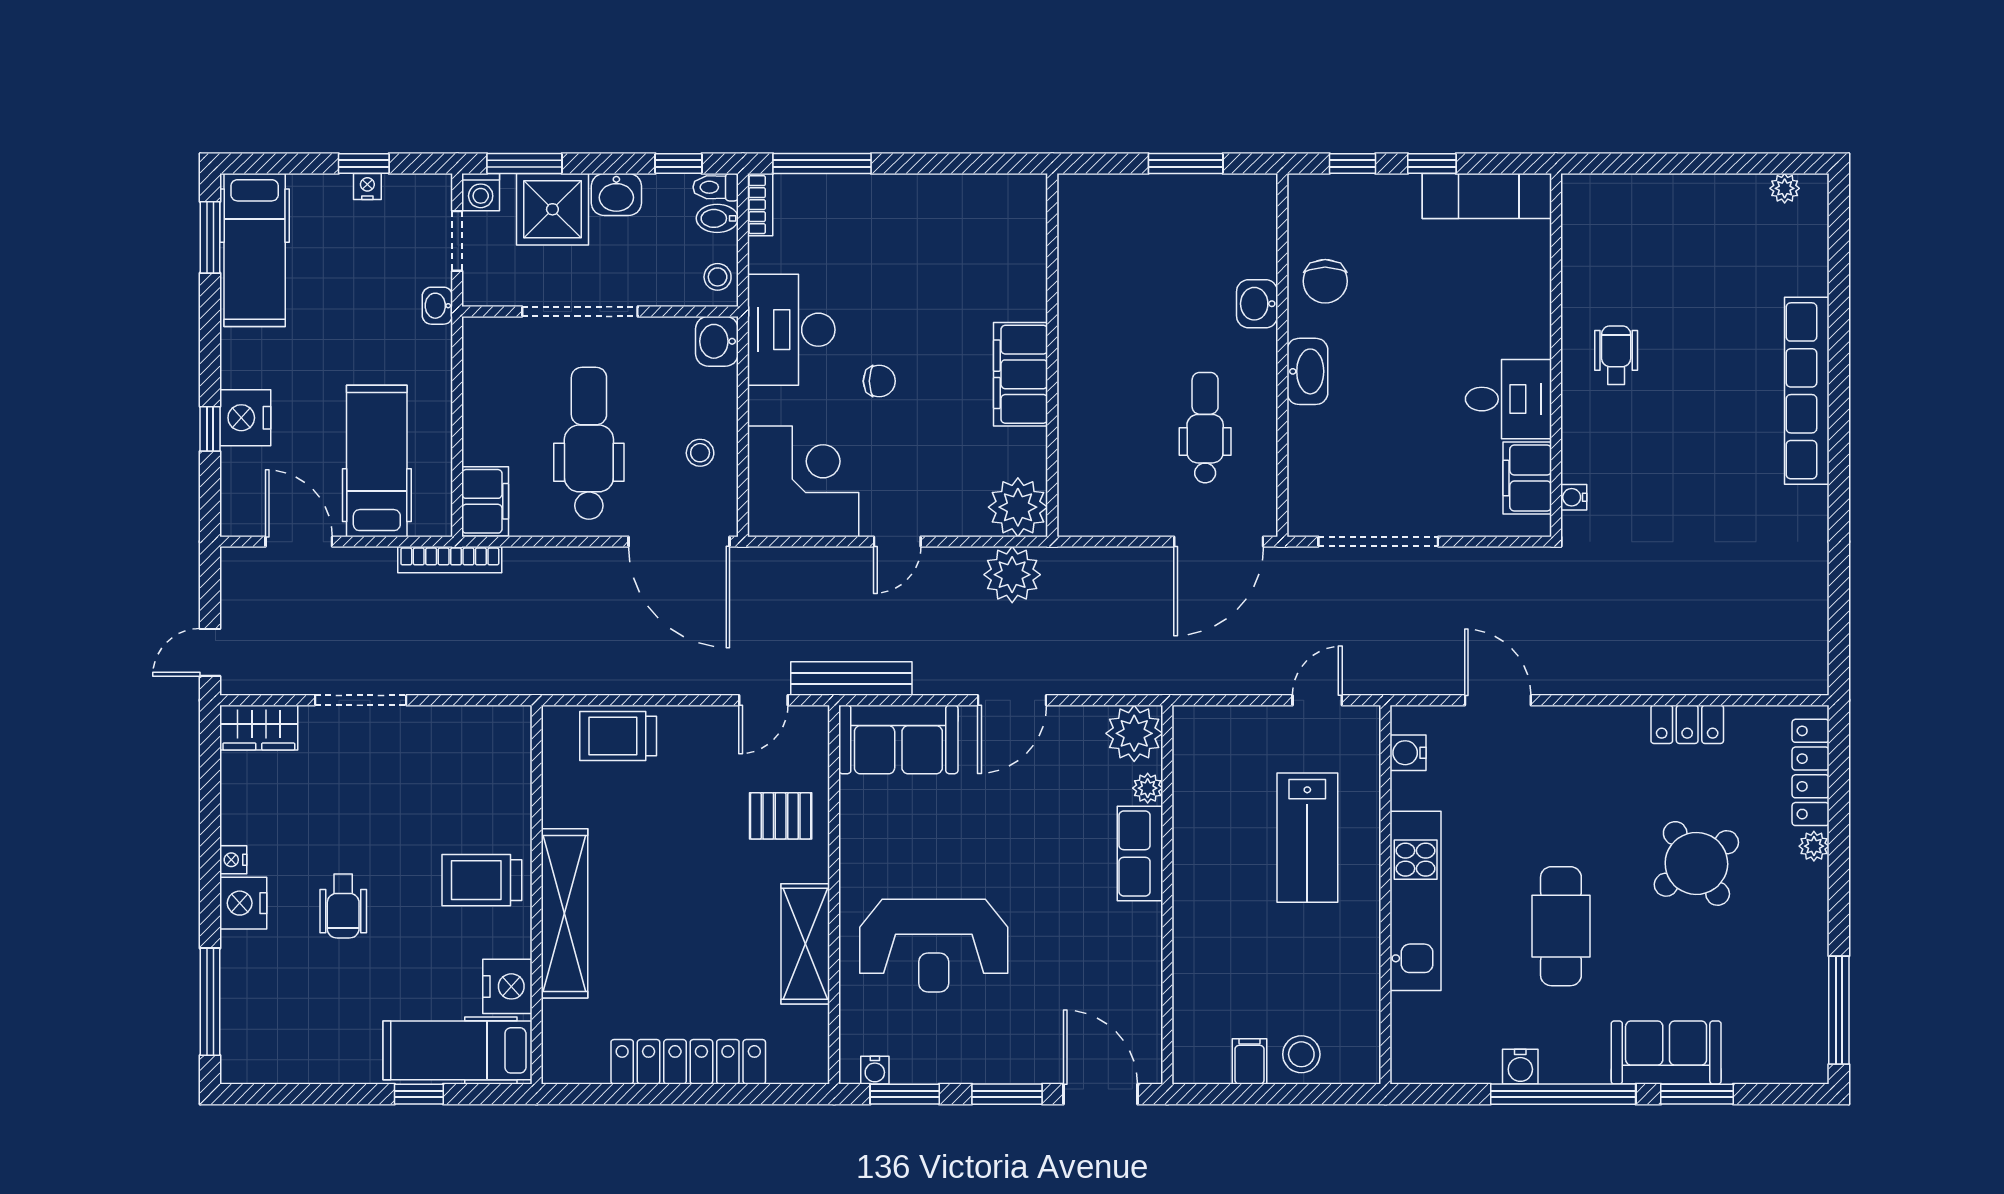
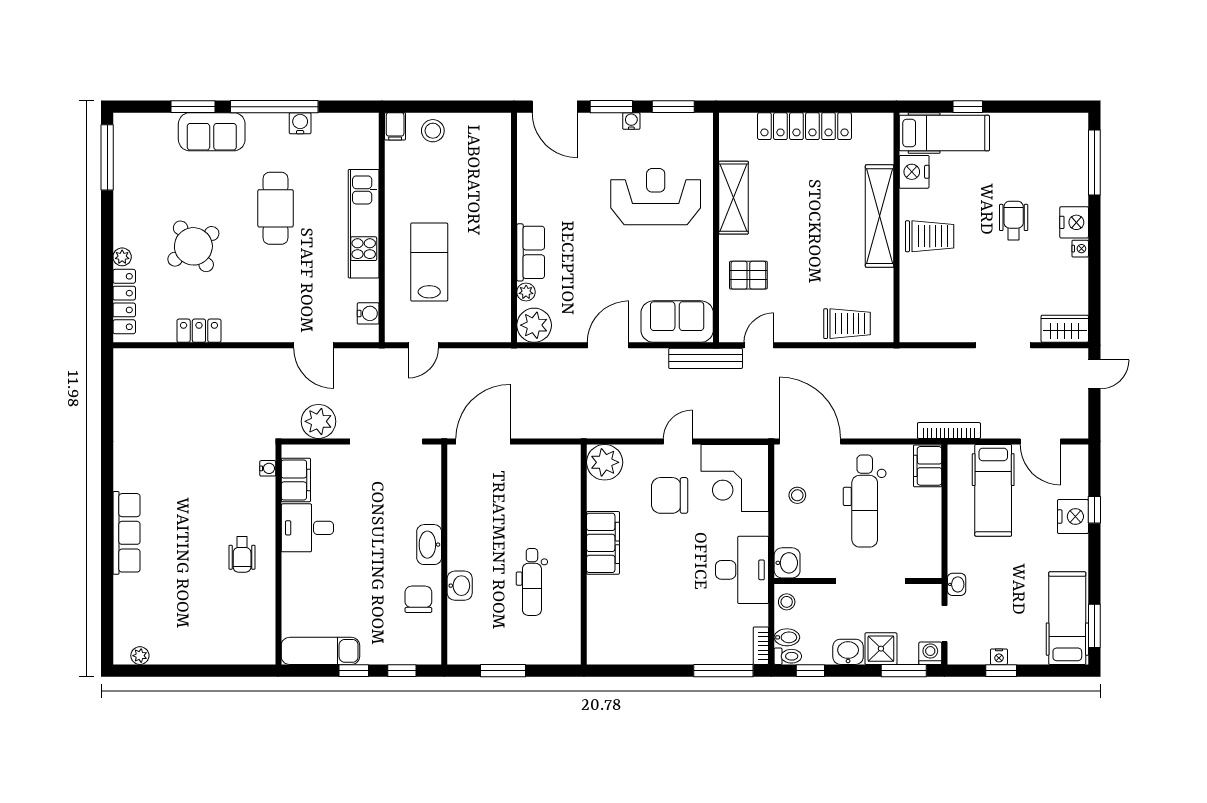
shower: (552, 209) -> (881, 649), width x0.73, depth x0.73
chair: (879, 381) -> (670, 495), moved, width x1.87, depth x1.87
row of seats: (1807, 391) -> (126, 533), width x0.73
dental chair: (1205, 428) -> (532, 582), moved
plant: (1012, 575) -> (318, 421), moved
filing cabinet: (1250, 1061) -> (395, 126), moved
water cooler: (875, 1070) -> (631, 121), moved

